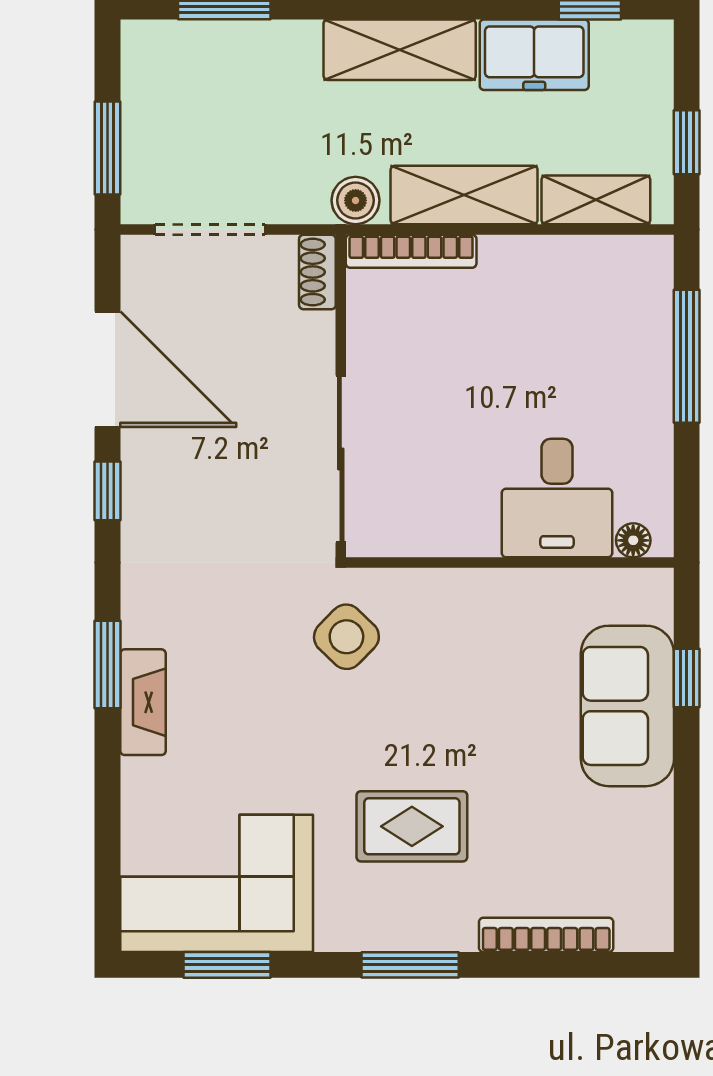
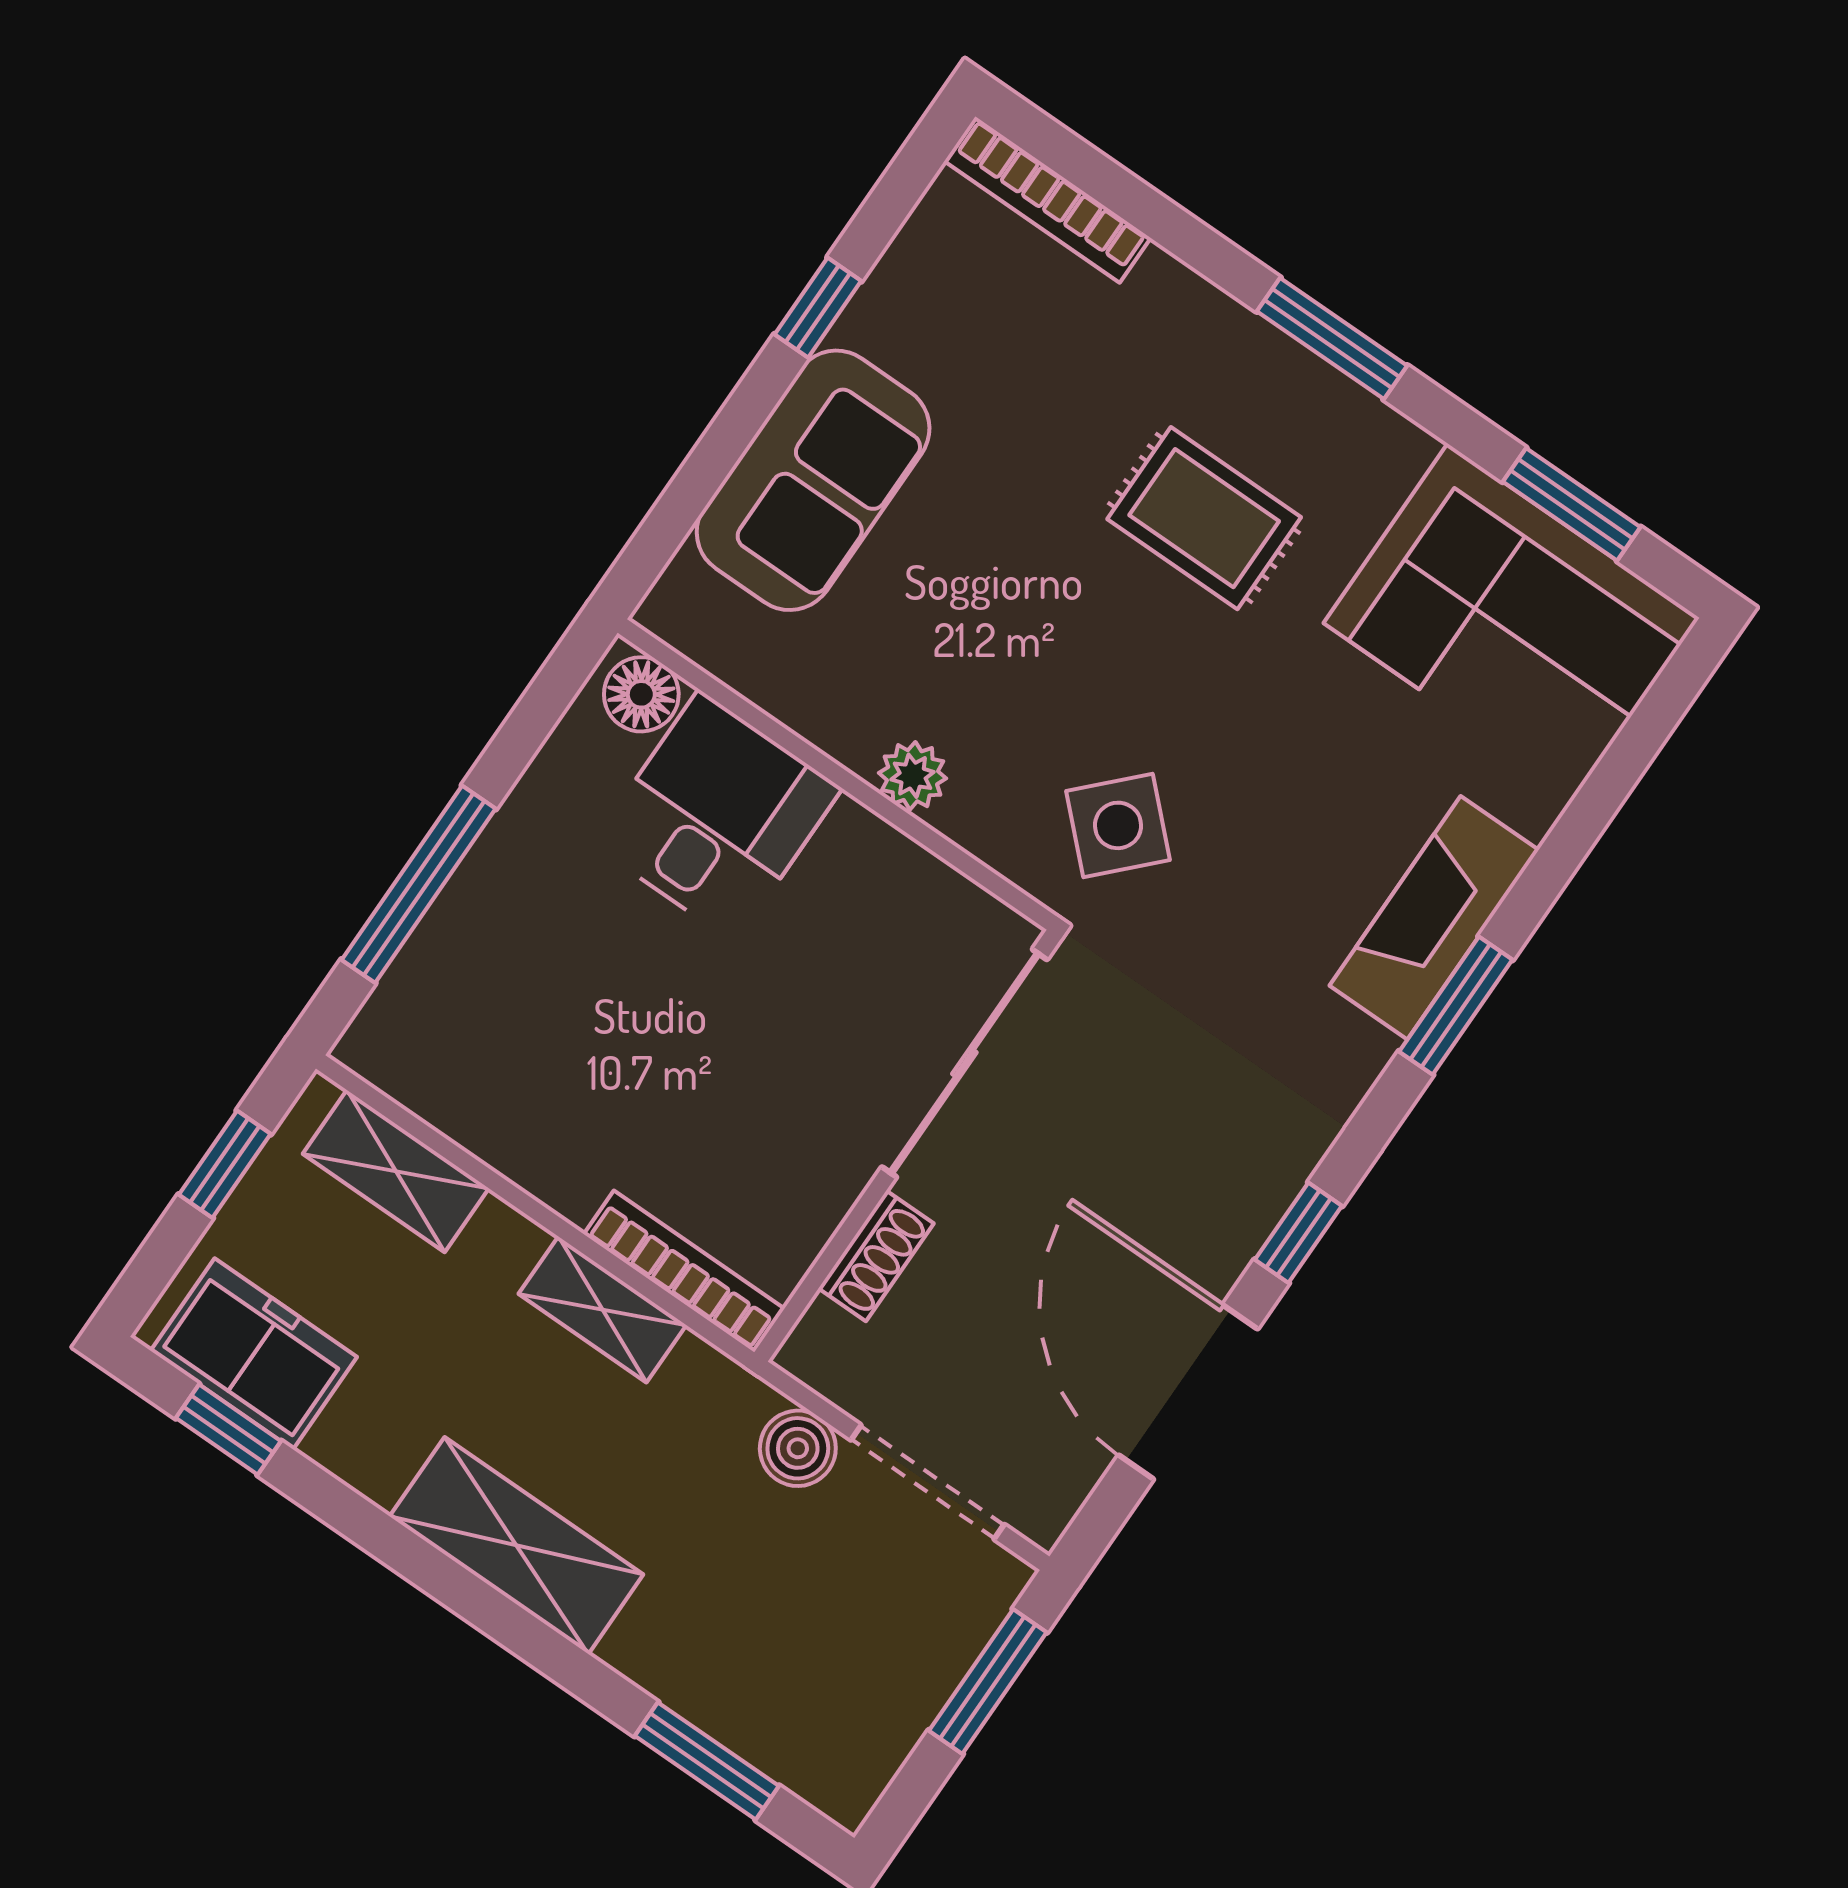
freezer: (534, 55) -> (254, 1354), moved
shelving: (464, 195) -> (602, 1310), width x0.67, depth x0.75
boiler: (356, 200) -> (798, 1448), moved
shoe rack: (317, 272) -> (876, 1256), moved
floor lamp: (633, 540) -> (641, 694), width x1.37, depth x1.37
plant: (470, 589) -> (913, 776), added
window: (687, 678) -> (818, 308), moved
fireplace: (143, 702) -> (1434, 918), width x1.37, depth x1.32
bookcase: (546, 935) -> (1047, 200), moved

